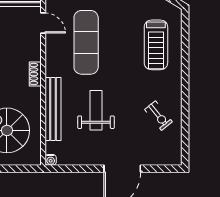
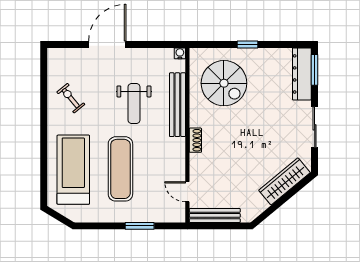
exercise mat: (86, 42) -> (120, 169), moved
treadmill: (156, 45) -> (73, 170), width x1.37, depth x1.38

